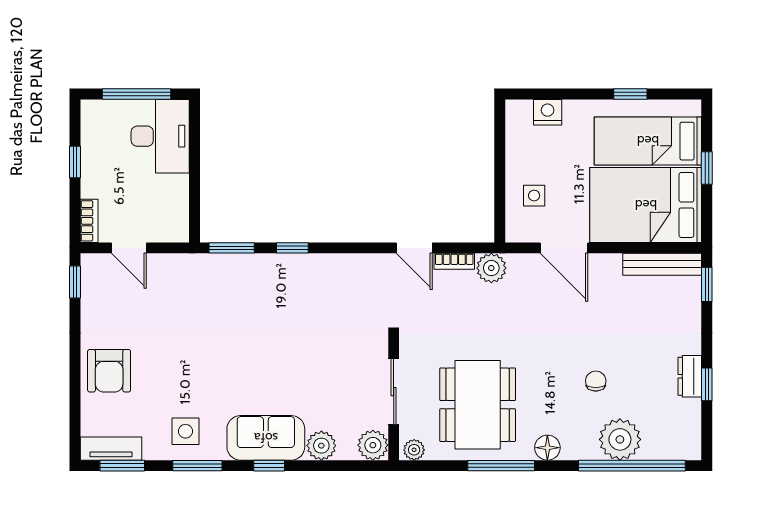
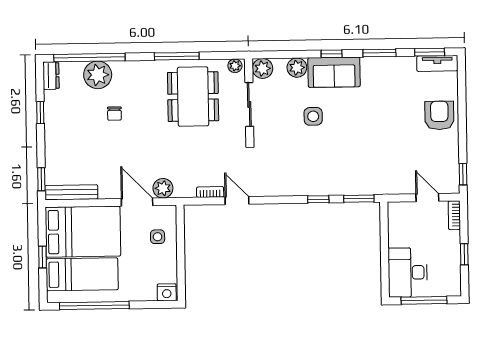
window: (630, 94) -> (94, 306), width x3.17
nightstand: (548, 112) -> (167, 292), moved
plant: (491, 268) -> (163, 188), moved
dresser: (690, 376) -> (51, 76), moved
side table: (186, 431) -> (313, 116), moved
floor lamp: (547, 448) -> (146, 69), removed

